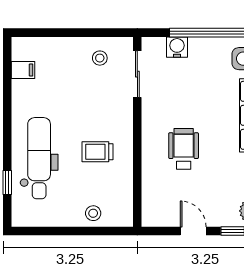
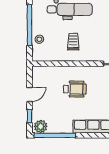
window: (68, 231) -> (30, 25), added

